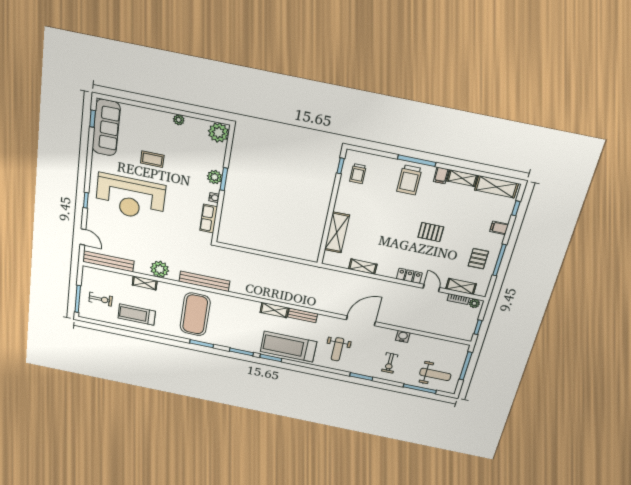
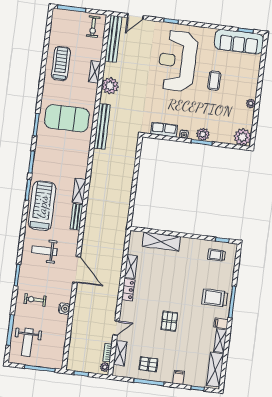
locker: (409, 276) -> (128, 290), moved
exercise bike: (101, 299) -> (93, 27), moved

